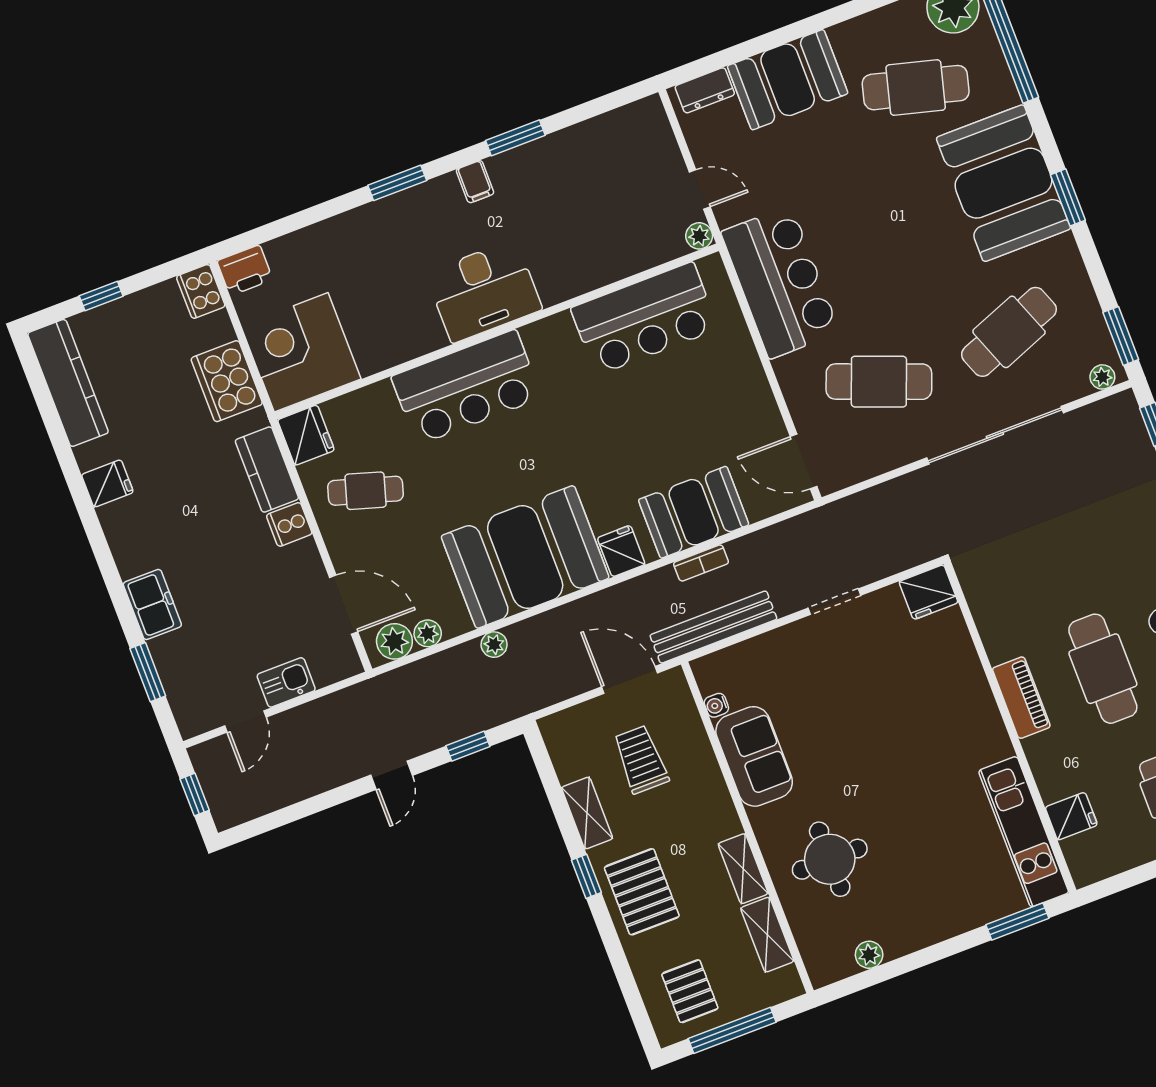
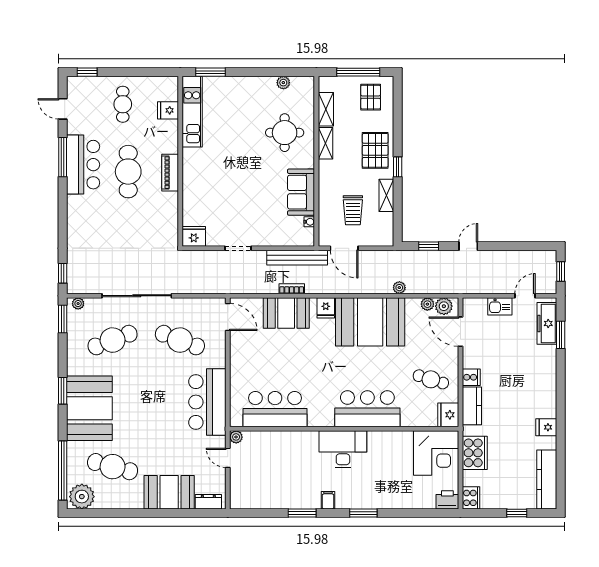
freezer: (152, 604) -> (547, 323), moved, width x1.40

